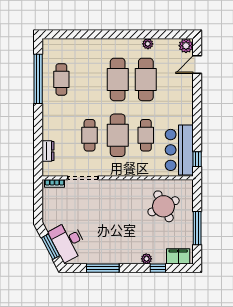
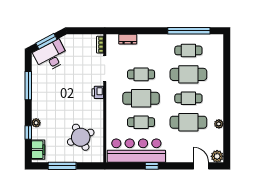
cafe table: (90, 79) -> (188, 74), added
cafe table: (118, 79) -> (188, 98), width x0.73, depth x0.74
bar counter: (179, 150) -> (136, 151), width x1.36
window: (197, 159) -> (152, 166), moved
printer: (111, 186) -> (98, 92), added

